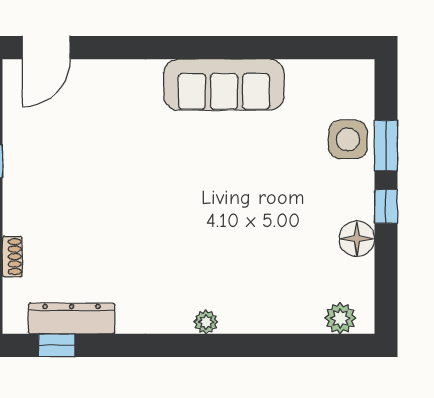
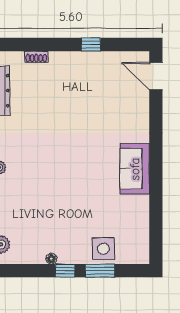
sofa: (224, 85) -> (135, 169), width x0.73
floor lamp: (357, 239) -> (51, 259), width x0.53, depth x0.53

